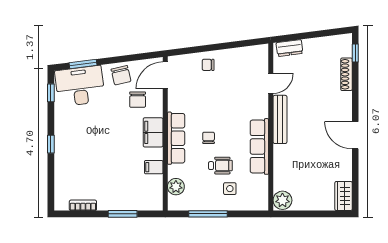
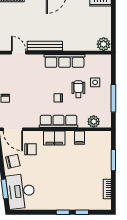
window: (51, 93) -> (82, 212), moved

